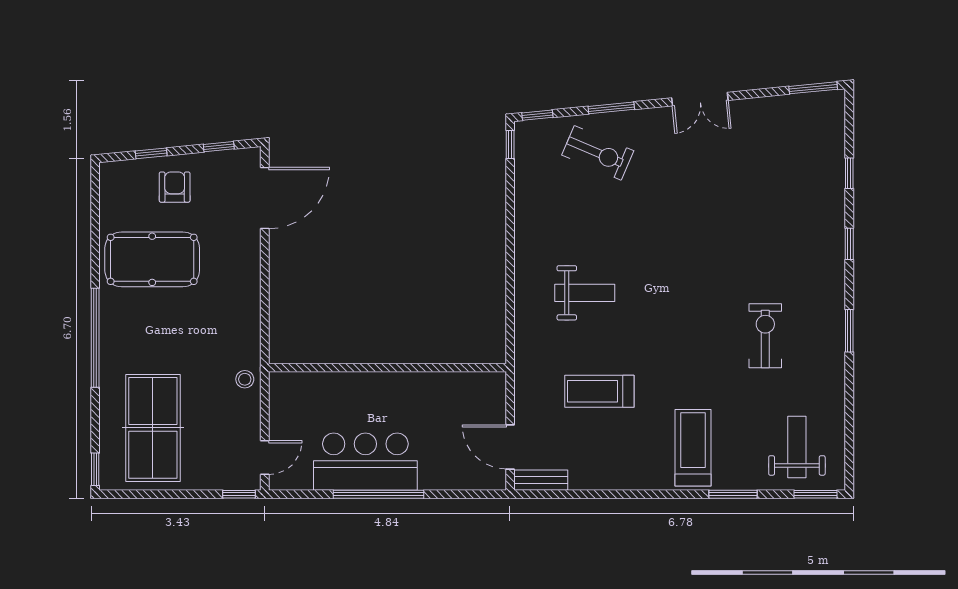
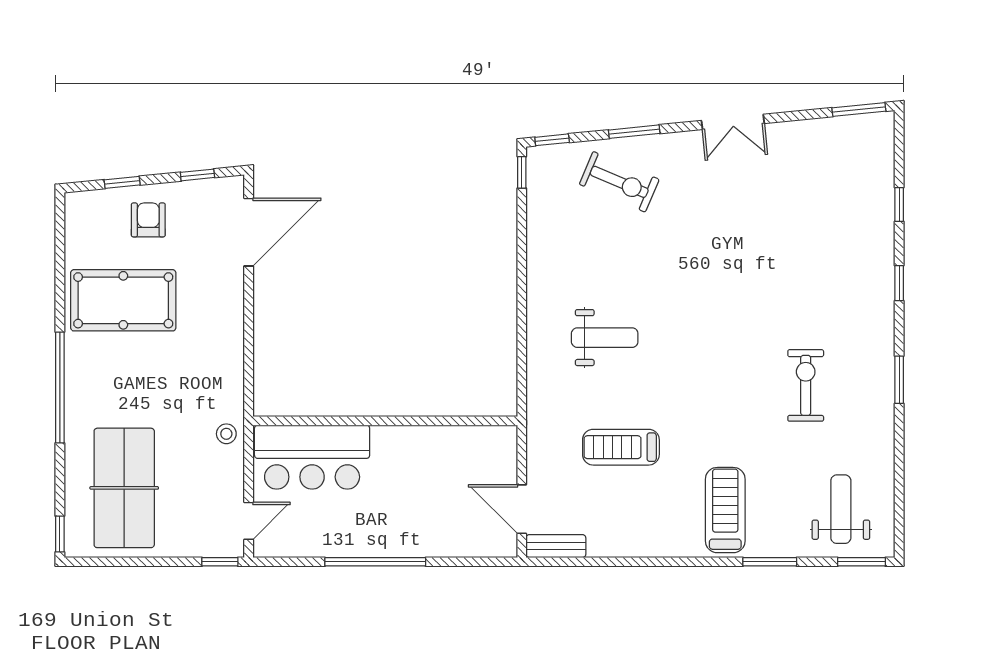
bar counter: (365, 462) -> (312, 457), moved, turned 180

